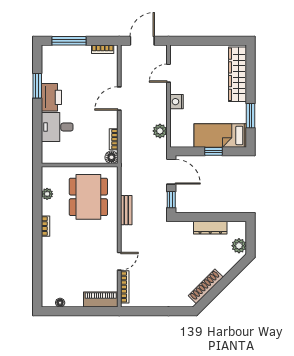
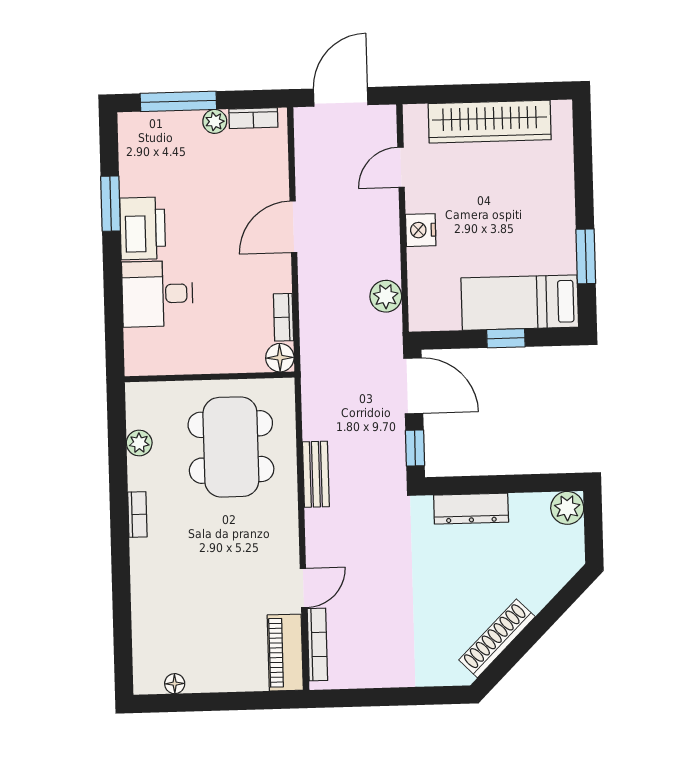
plant: (85, 50) -> (215, 121), added
wardrobe: (237, 74) -> (490, 122), moved, turned -90
dresser: (210, 228) -> (471, 509), moved
plant: (239, 246) -> (567, 508), moved
piano: (101, 300) -> (285, 653), moved, turned -90

